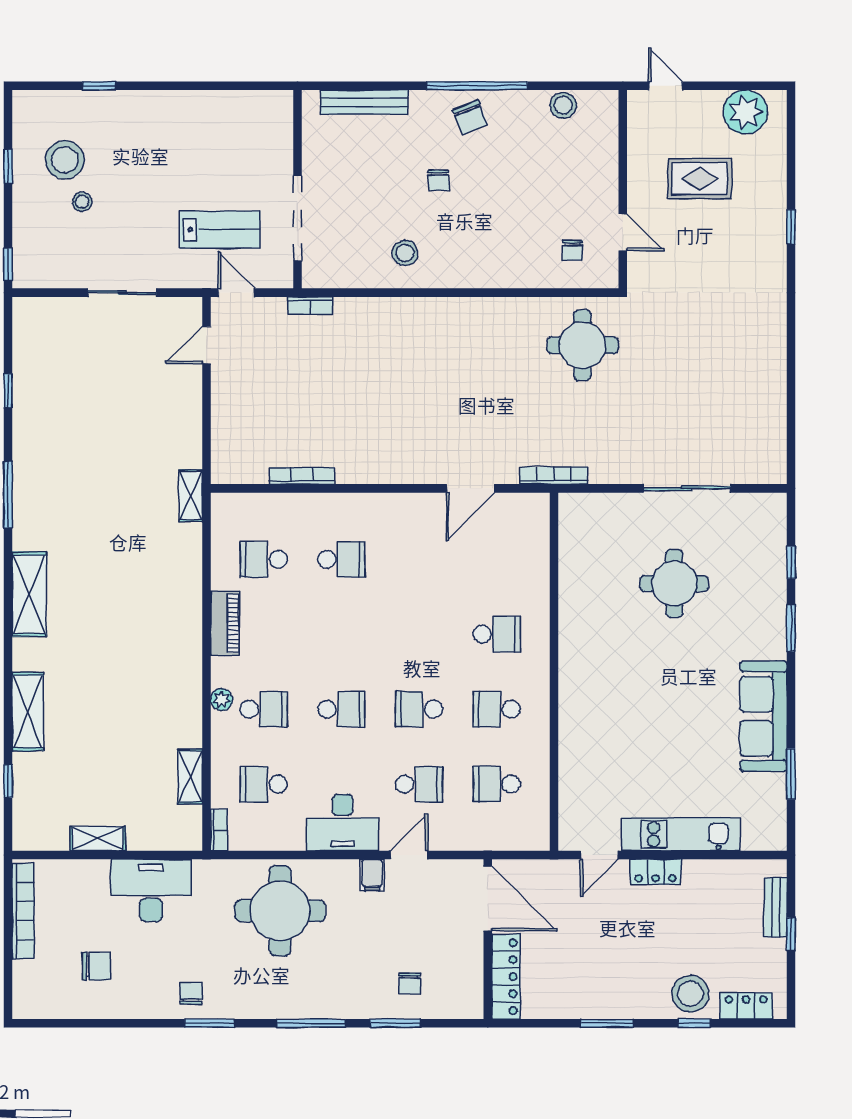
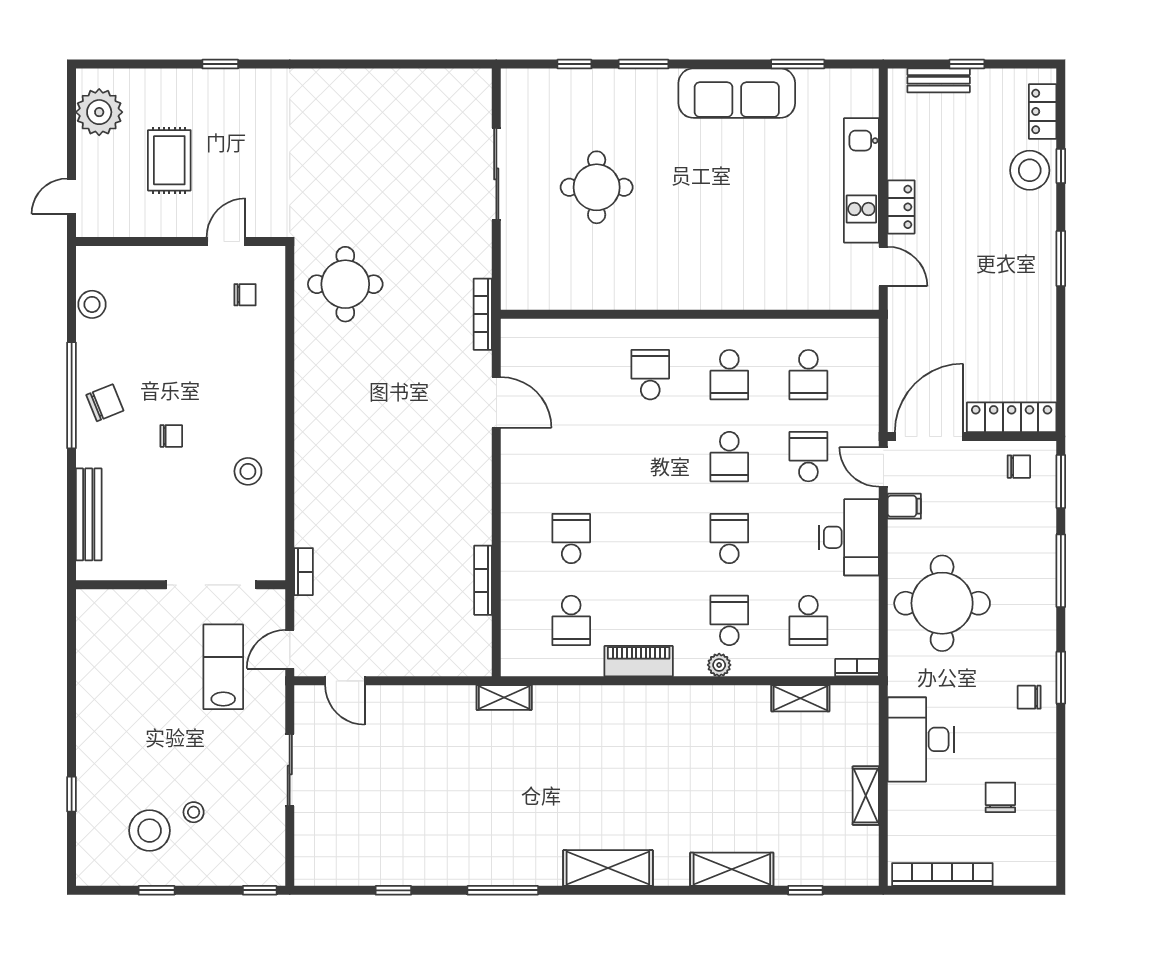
door: (488, 898) -> (929, 436), moved
wall: (488, 939) -> (972, 436), moved
locker: (506, 977) -> (1012, 417), moved

